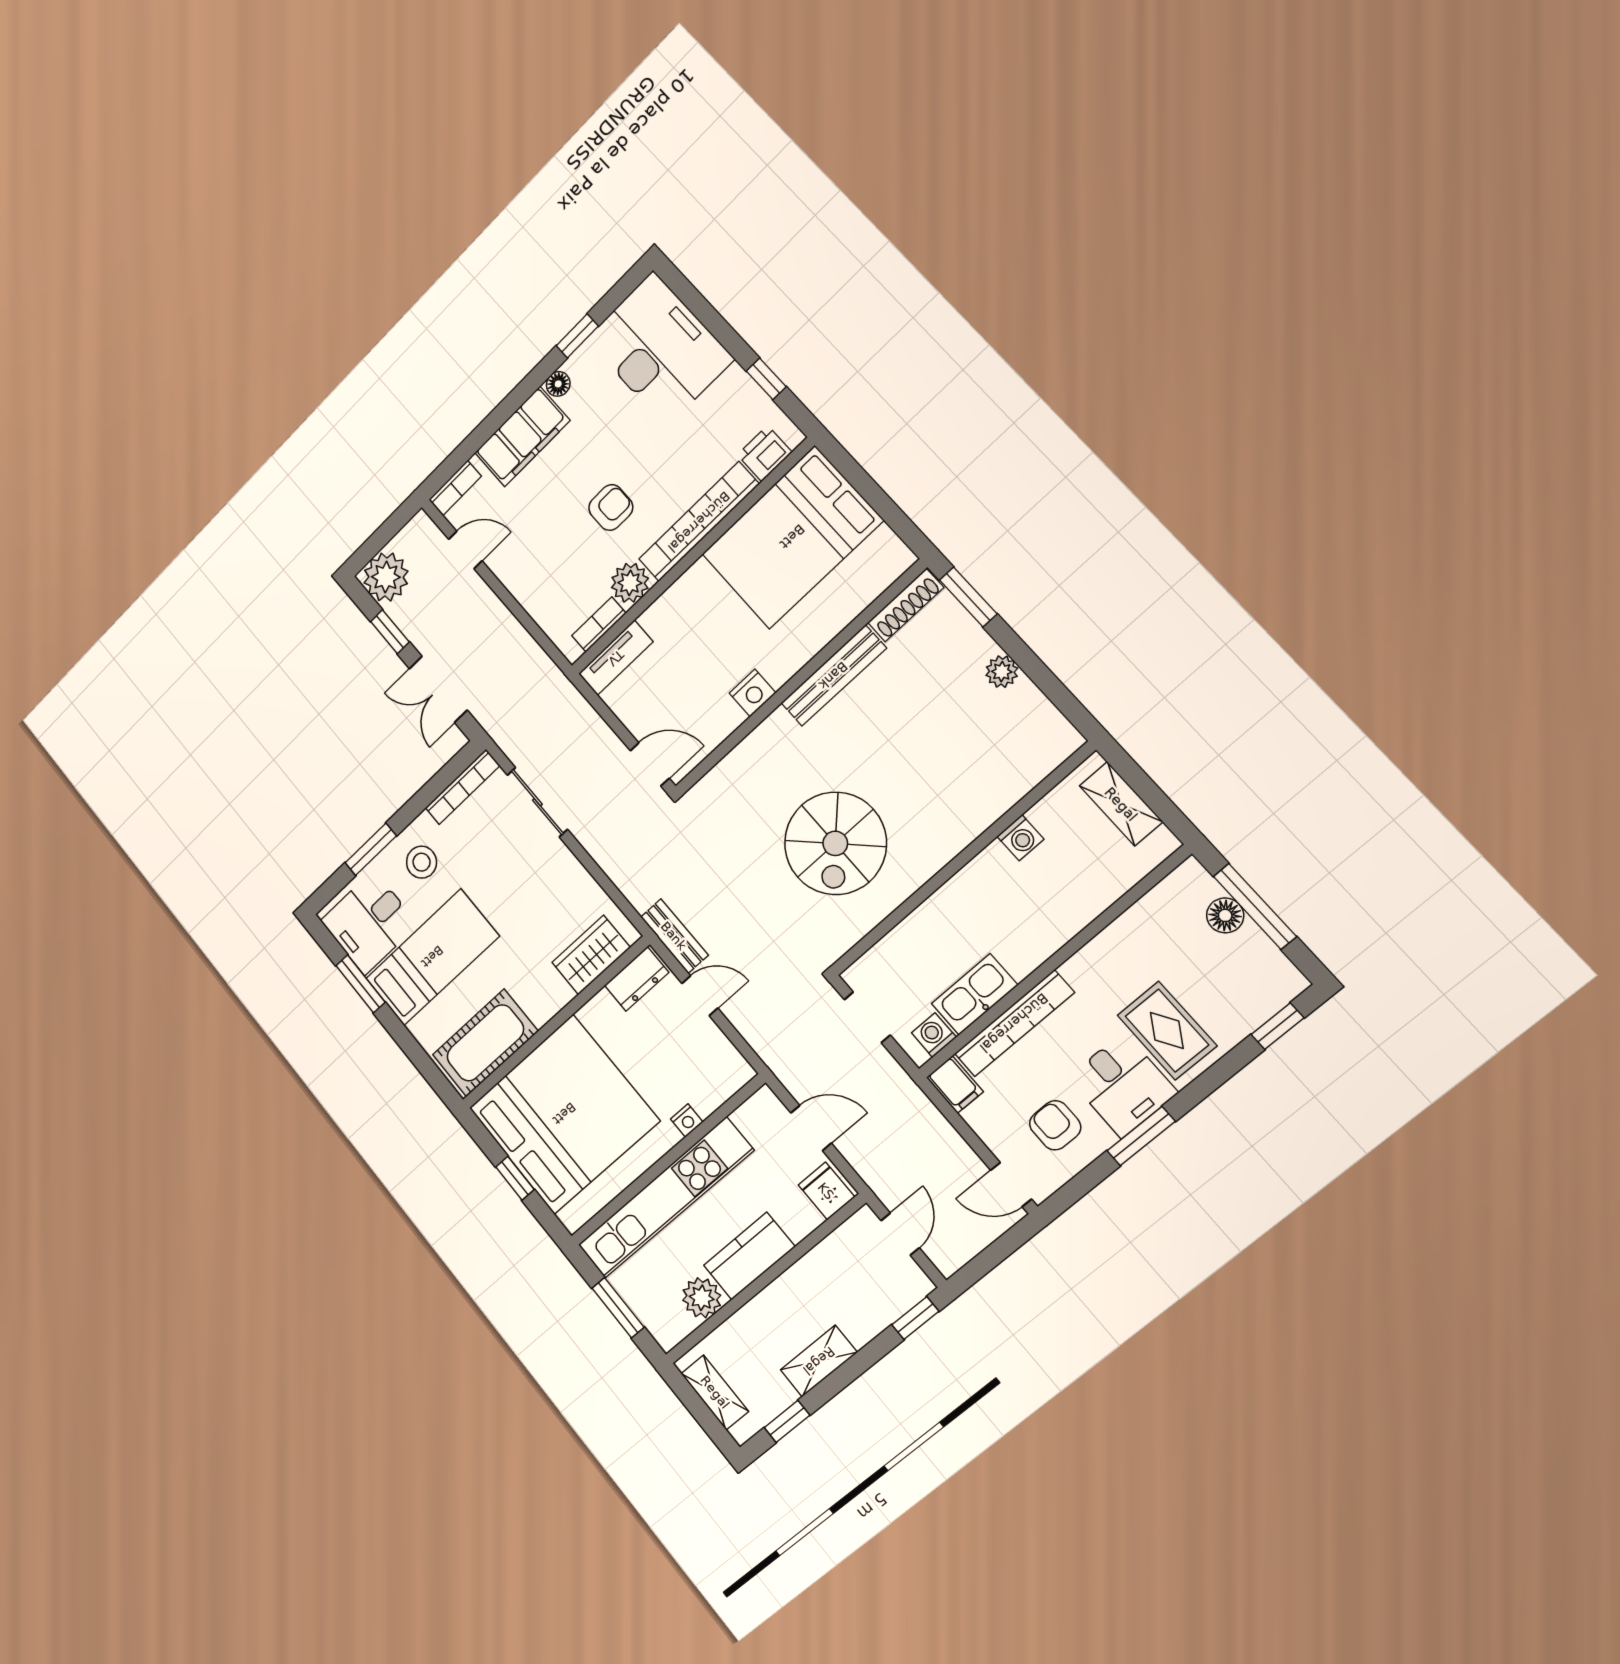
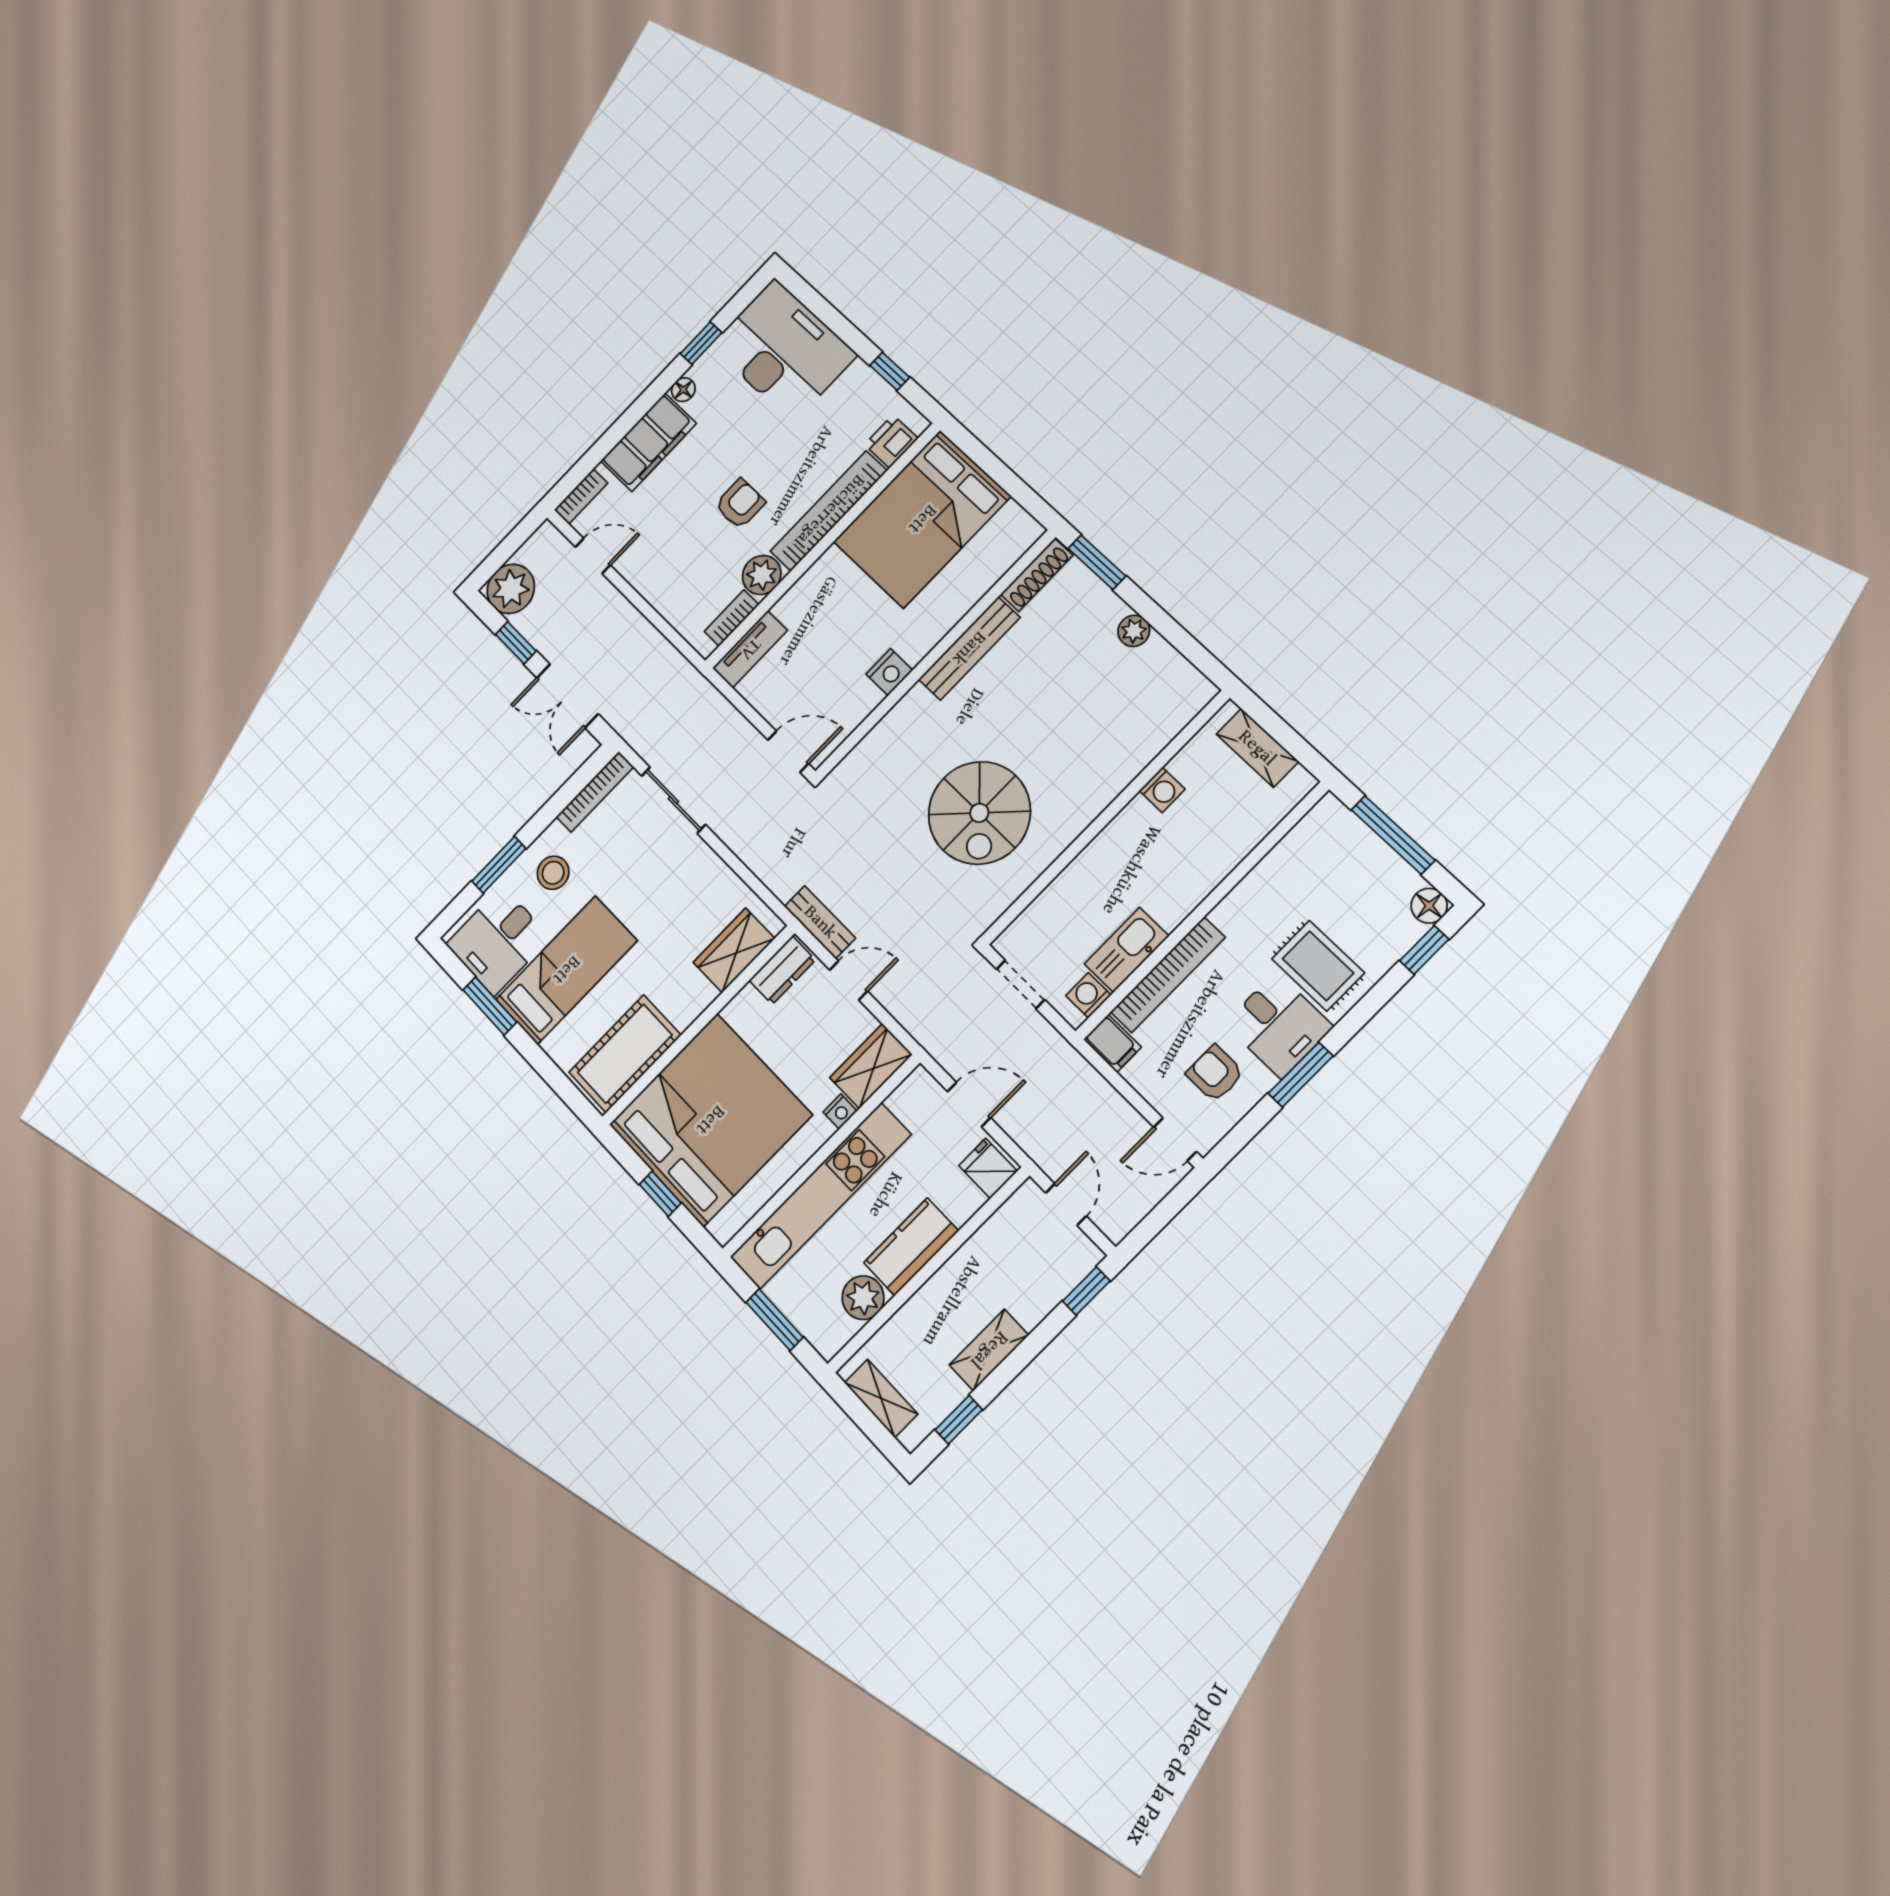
floor lamp: (1225, 915) -> (1429, 906), moved
wardrobe: (718, 1081) -> (871, 1066), added

